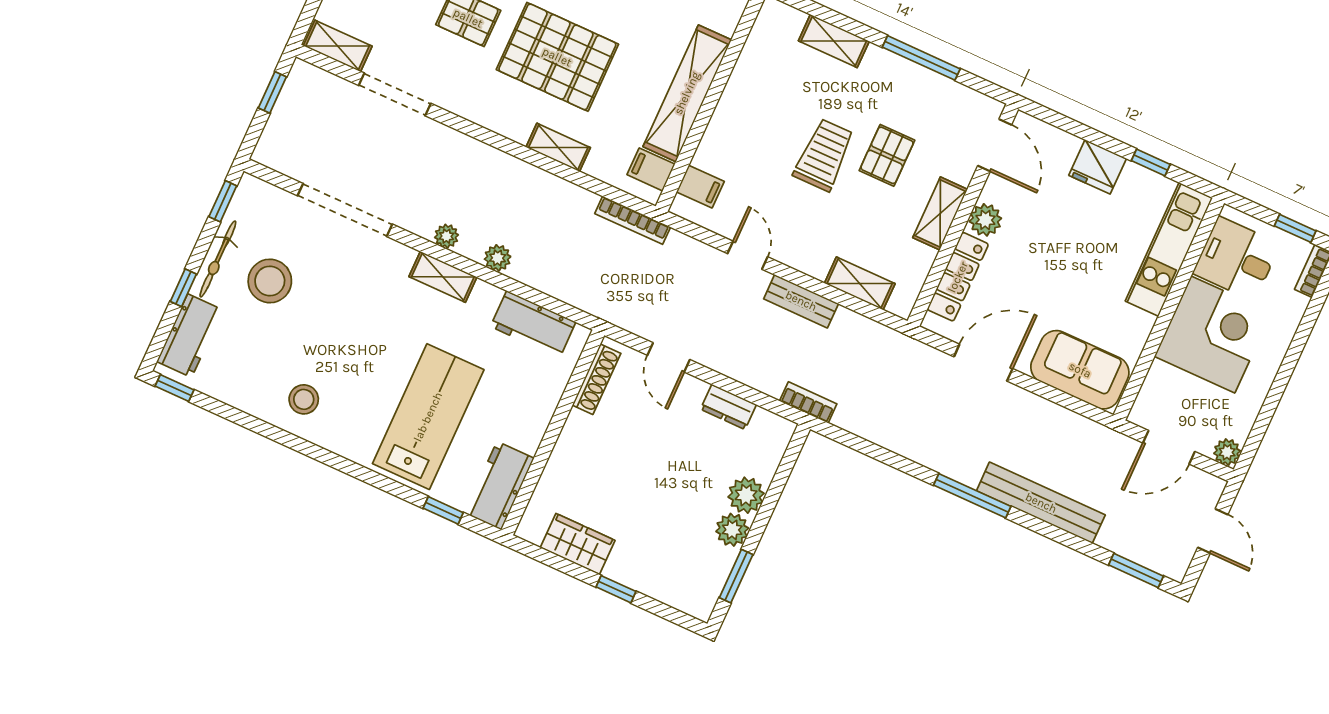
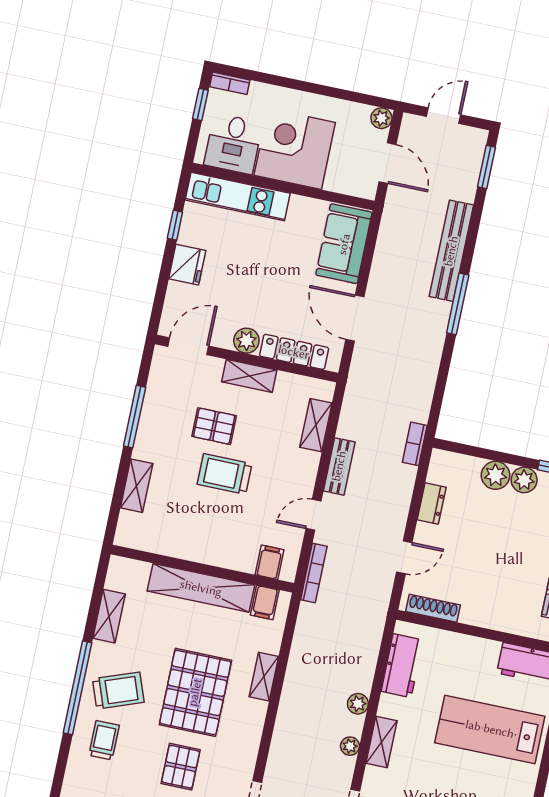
bookcase: (633, 220) -> (314, 573), moved

